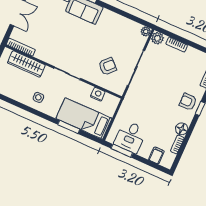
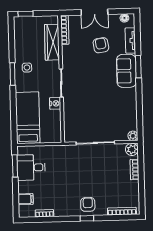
armchair: (107, 66) -> (101, 45), moved, turned -143
nightstand: (98, 94) -> (55, 103), moved
window: (69, 127) -> (13, 74), moved
floor lamp: (182, 129) -> (61, 210), removed

